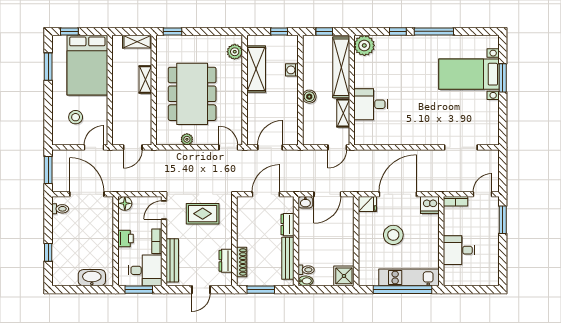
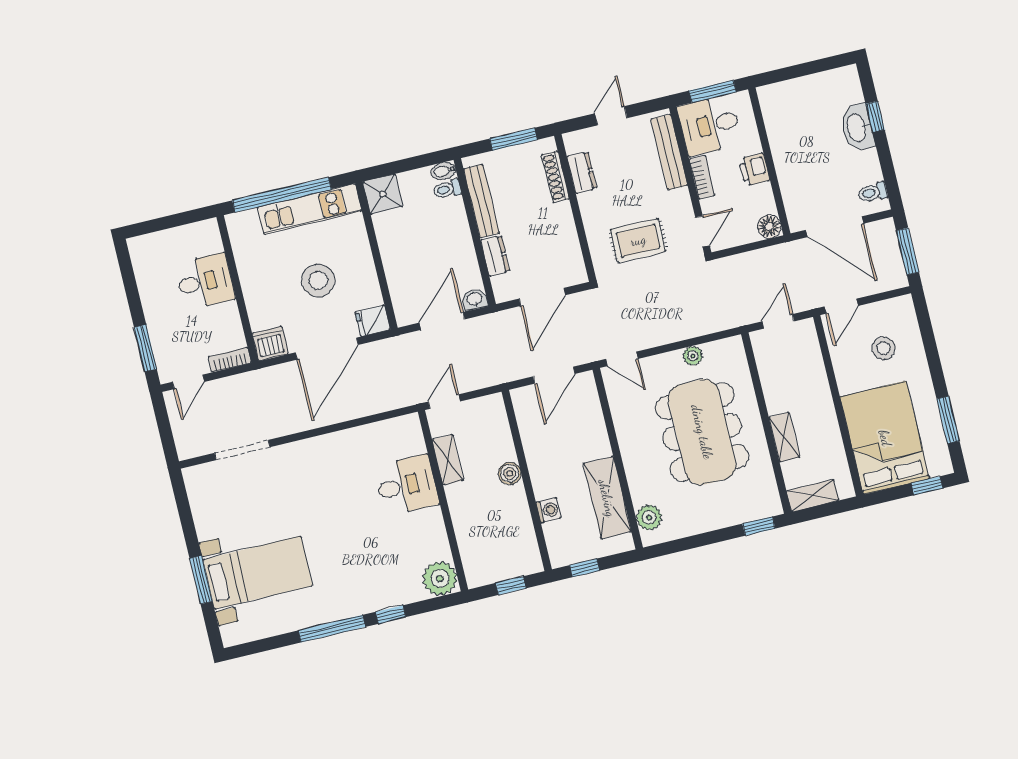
shelving: (341, 67) -> (469, 534), removed
kitchen unit: (409, 277) -> (310, 209), moved
washbasin: (92, 278) -> (857, 128), moved, turned 90

